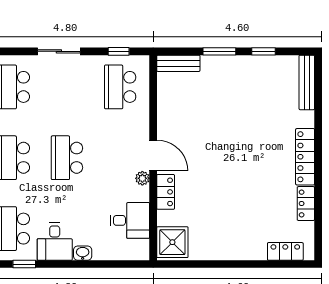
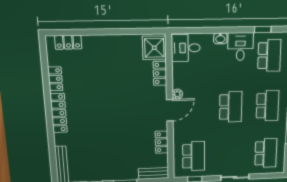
locker: (166, 110) -> (162, 142), added
door: (153, 156) -> (170, 110), swing flipped
locker: (166, 192) -> (160, 73), moved
desk: (130, 220) -> (186, 48), moved

